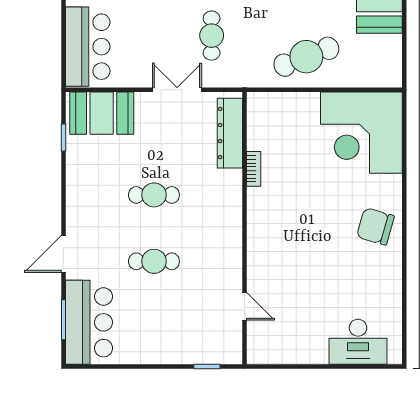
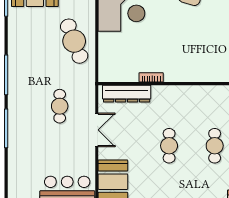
cafe table: (212, 36) -> (60, 106), turned 90
double door: (177, 90) -> (97, 130), swing flipped

